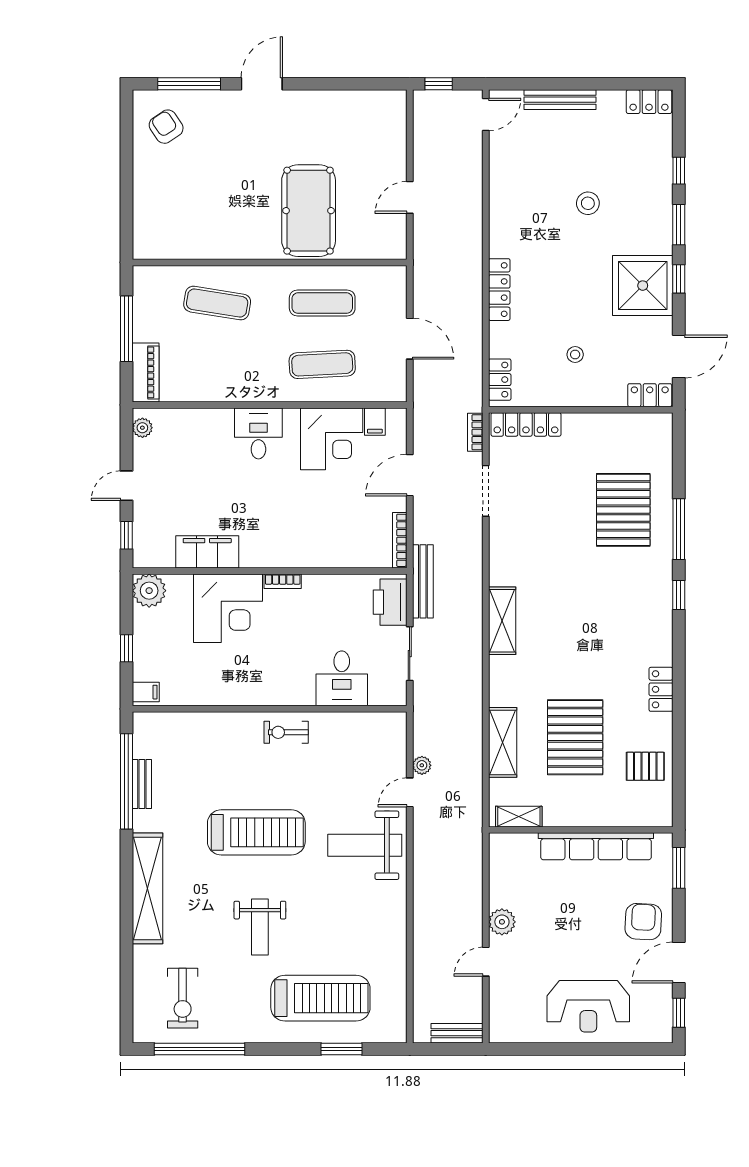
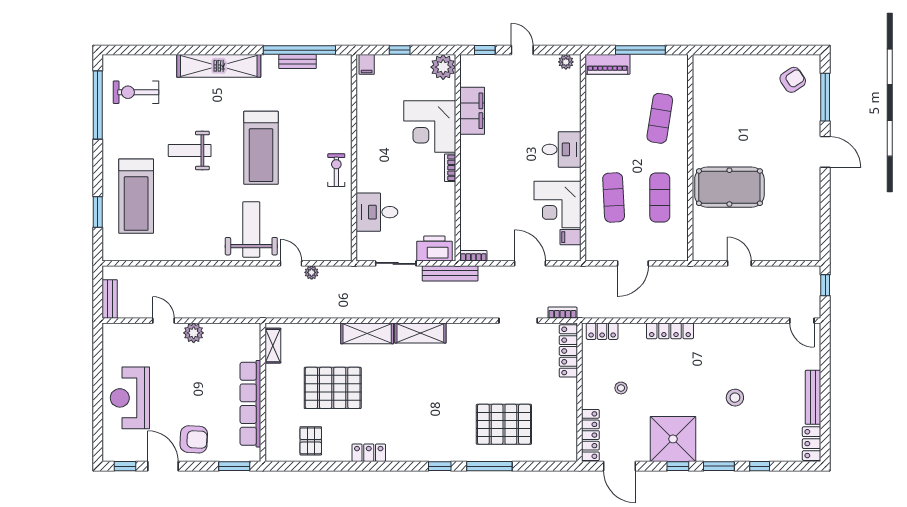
bench: (560, 100) -> (813, 397), moved
locker: (650, 395) -> (590, 435), width x1.53
bookcase: (400, 540) -> (473, 256), width x0.64
shelving: (503, 742) -> (367, 333), moved

